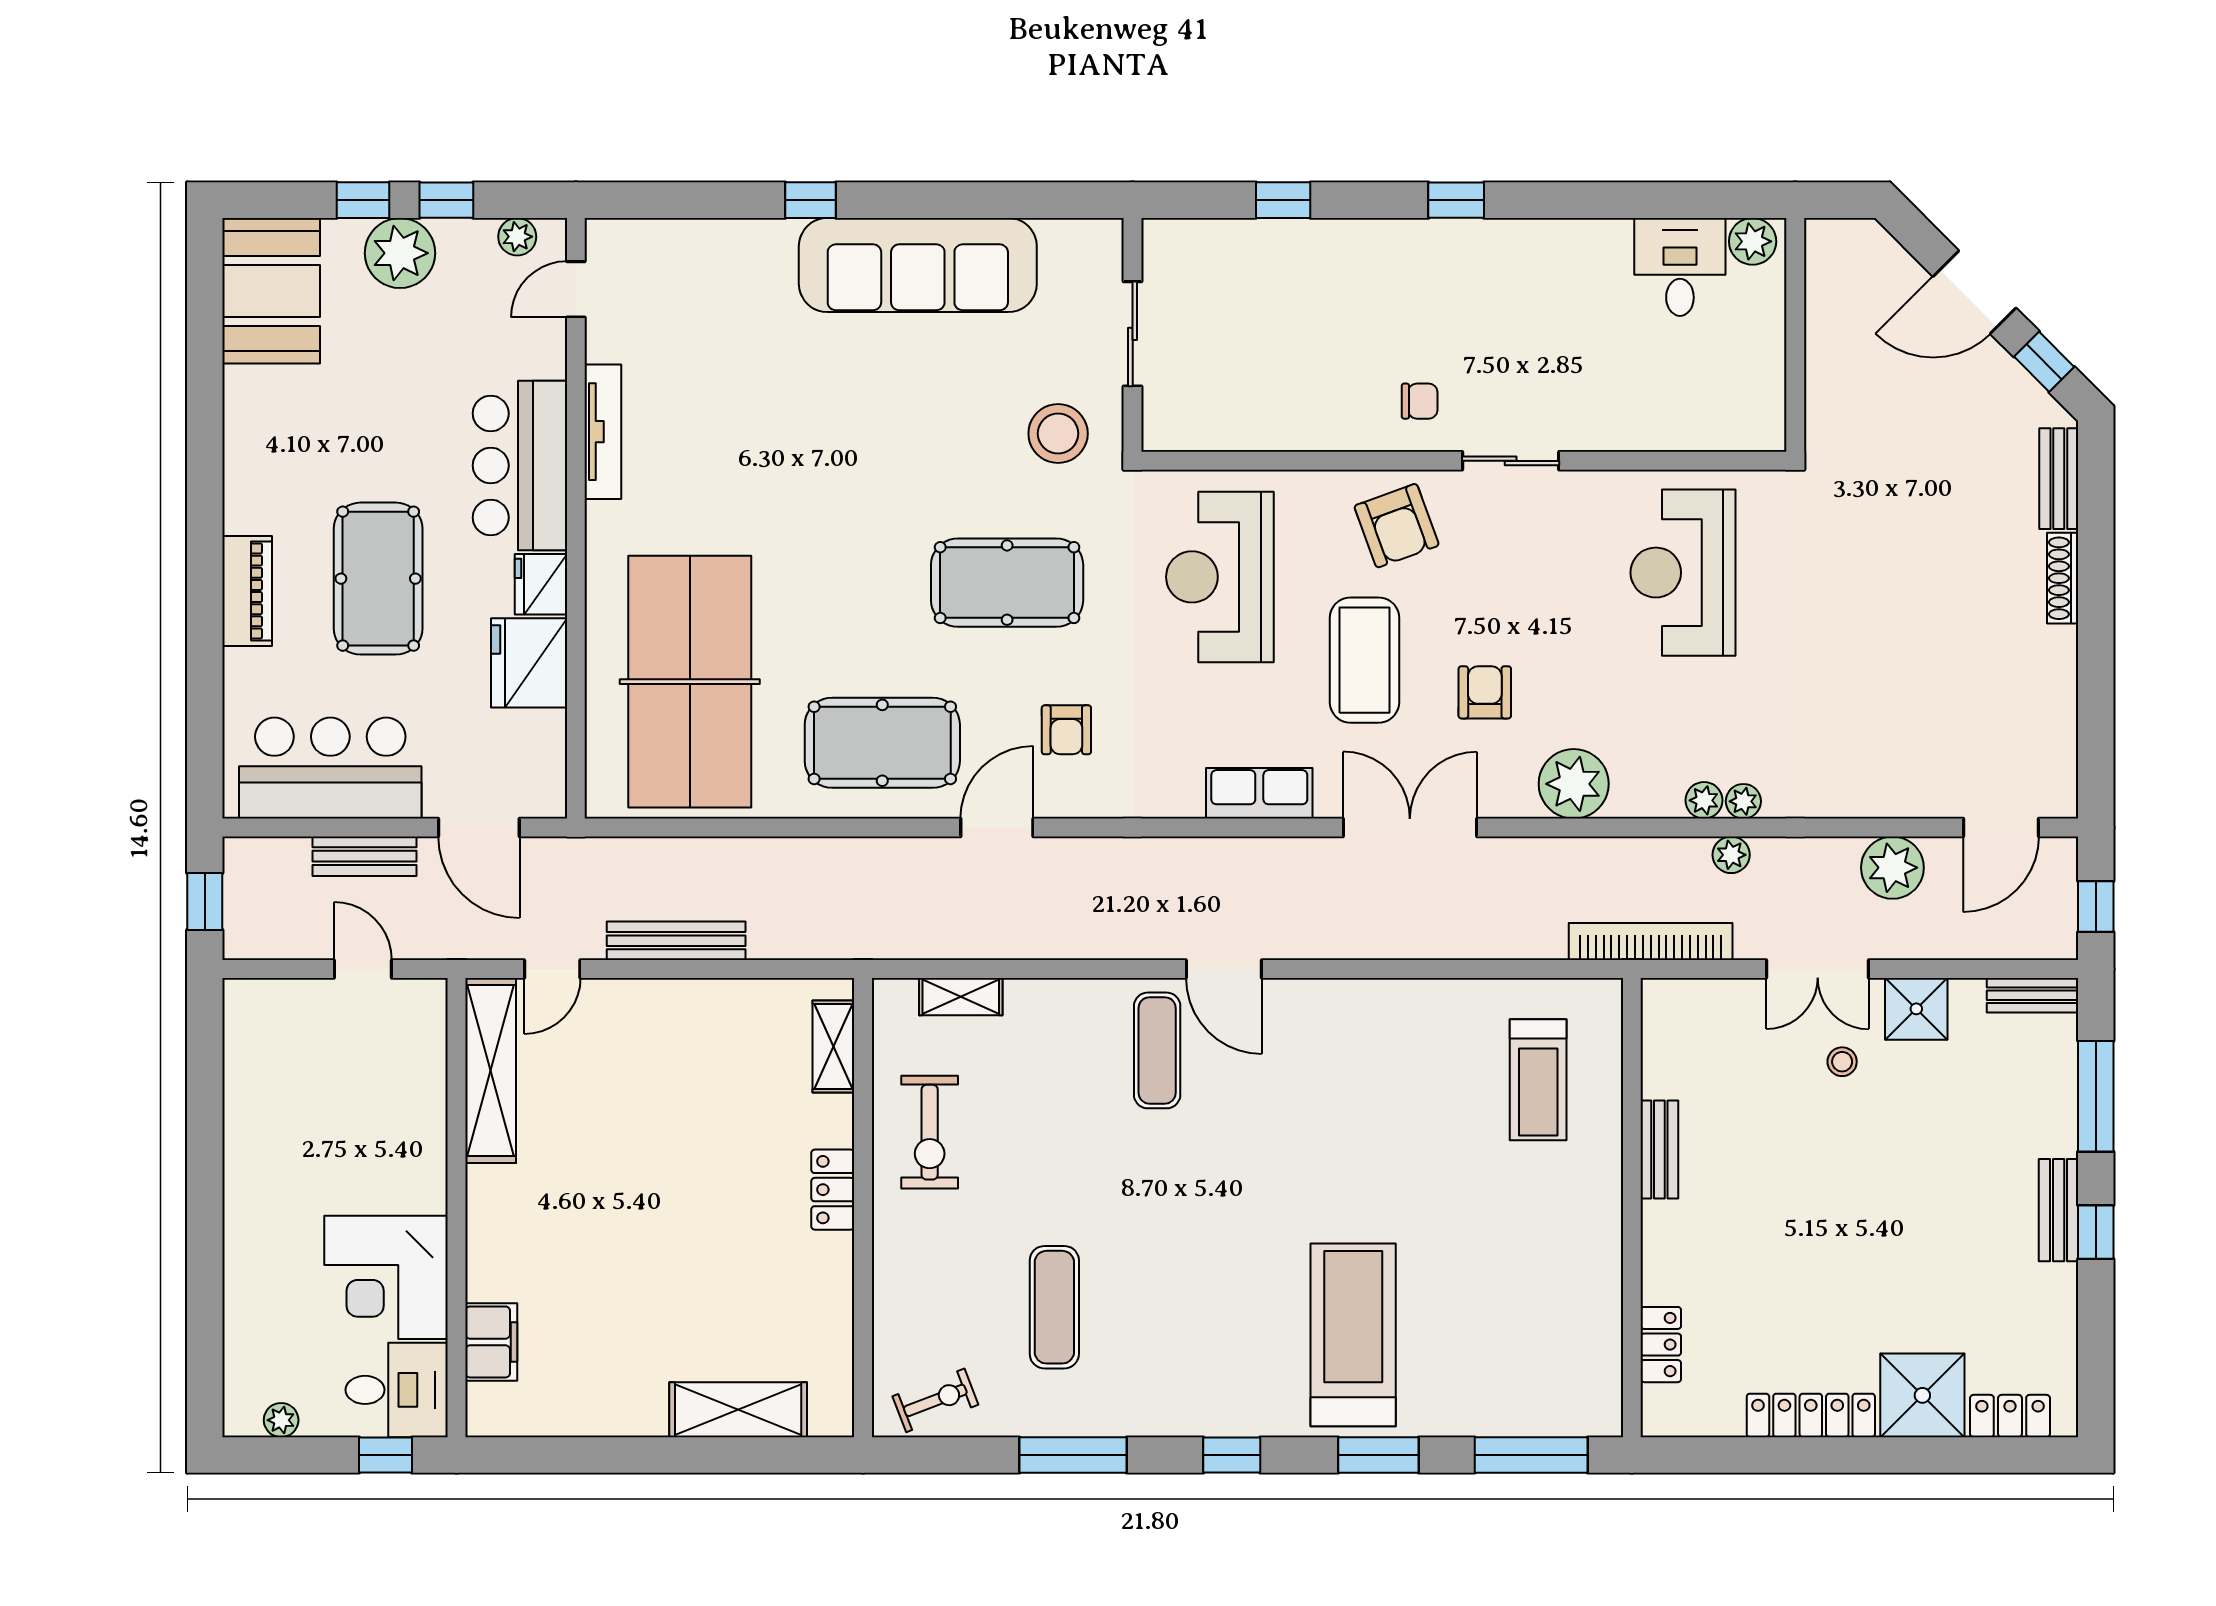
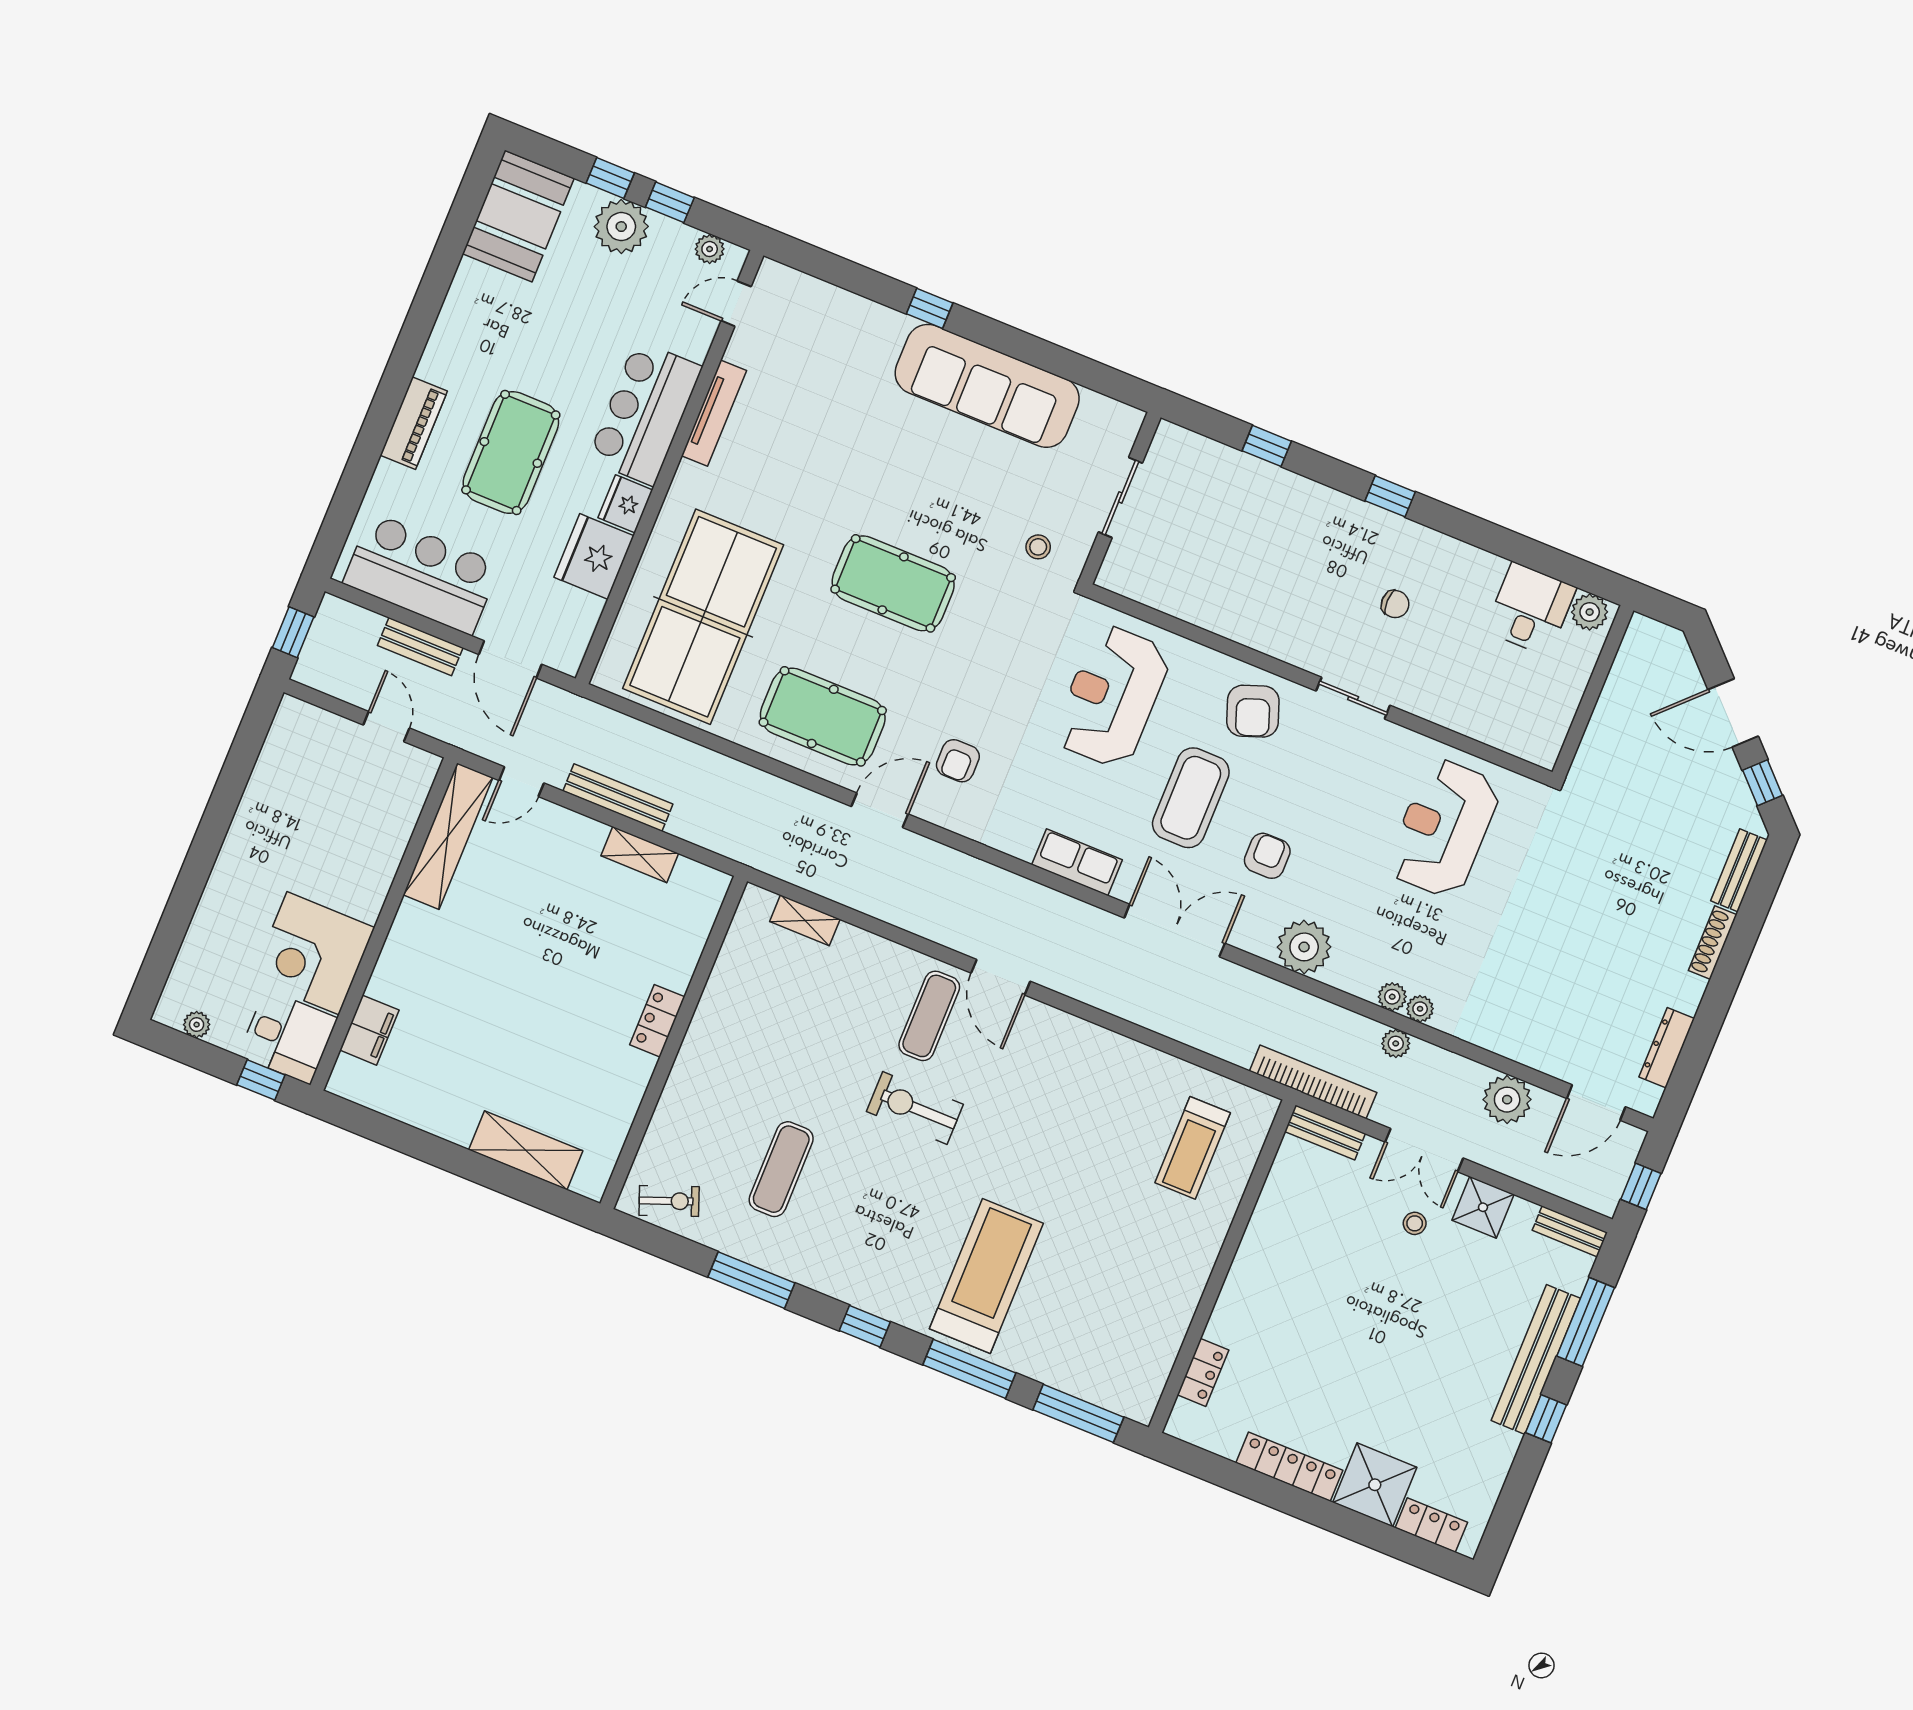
chair: (1420, 401) -> (1395, 604), moved
stool: (1058, 434) -> (1038, 547), width x0.53, depth x0.53
pool table: (1007, 583) -> (893, 583), moved
dresser: (2059, 727) -> (1667, 1048), added
shelving: (833, 1047) -> (640, 855), moved, turned 90
exercise bike: (930, 1132) -> (915, 1108), moved, turned 90
bench: (1659, 1150) -> (1325, 1133), moved, turned 90
bench: (2059, 1210) -> (1536, 1359), width x1.86, depth x1.21
window: (1378, 1455) -> (969, 1369), width x1.44

